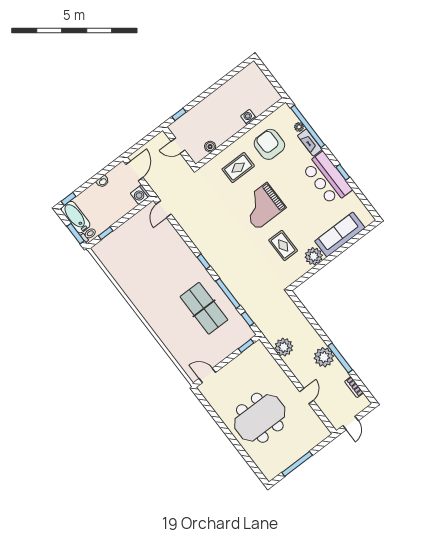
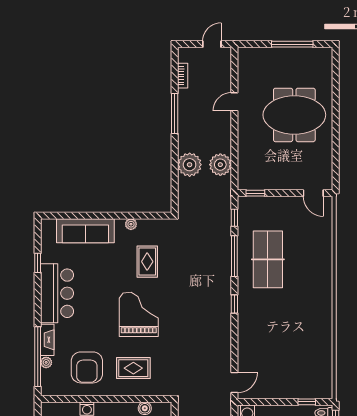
window: (343, 172) -> (38, 263), moved
grand piano: (262, 206) -> (139, 314), turned -90
plant: (314, 256) -> (131, 224), width x0.53, depth x0.53
plant: (324, 357) -> (190, 165), moved

